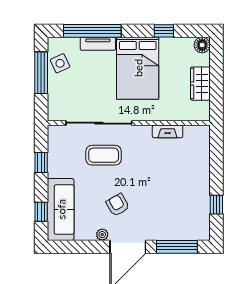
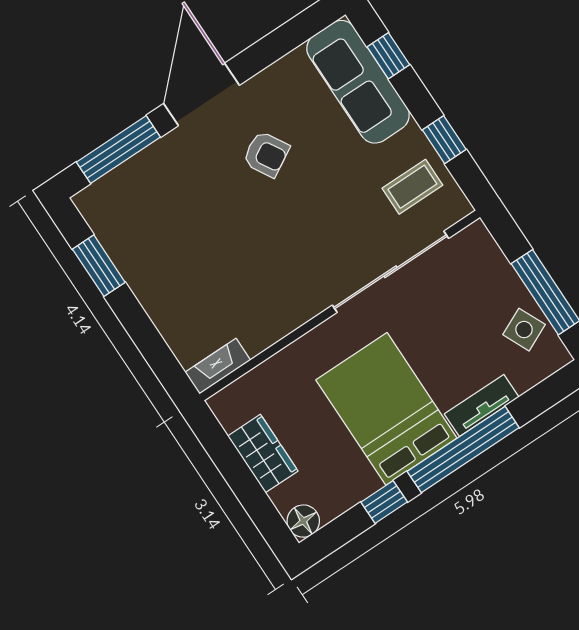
window: (92, 31) -> (463, 450), moved
fireplace: (168, 131) -> (218, 366), moved
coffee table: (104, 155) -> (412, 187), moved, width x0.73, depth x0.77
window: (216, 205) -> (99, 266), width x1.50
plant: (102, 235) -> (259, 86), removed

